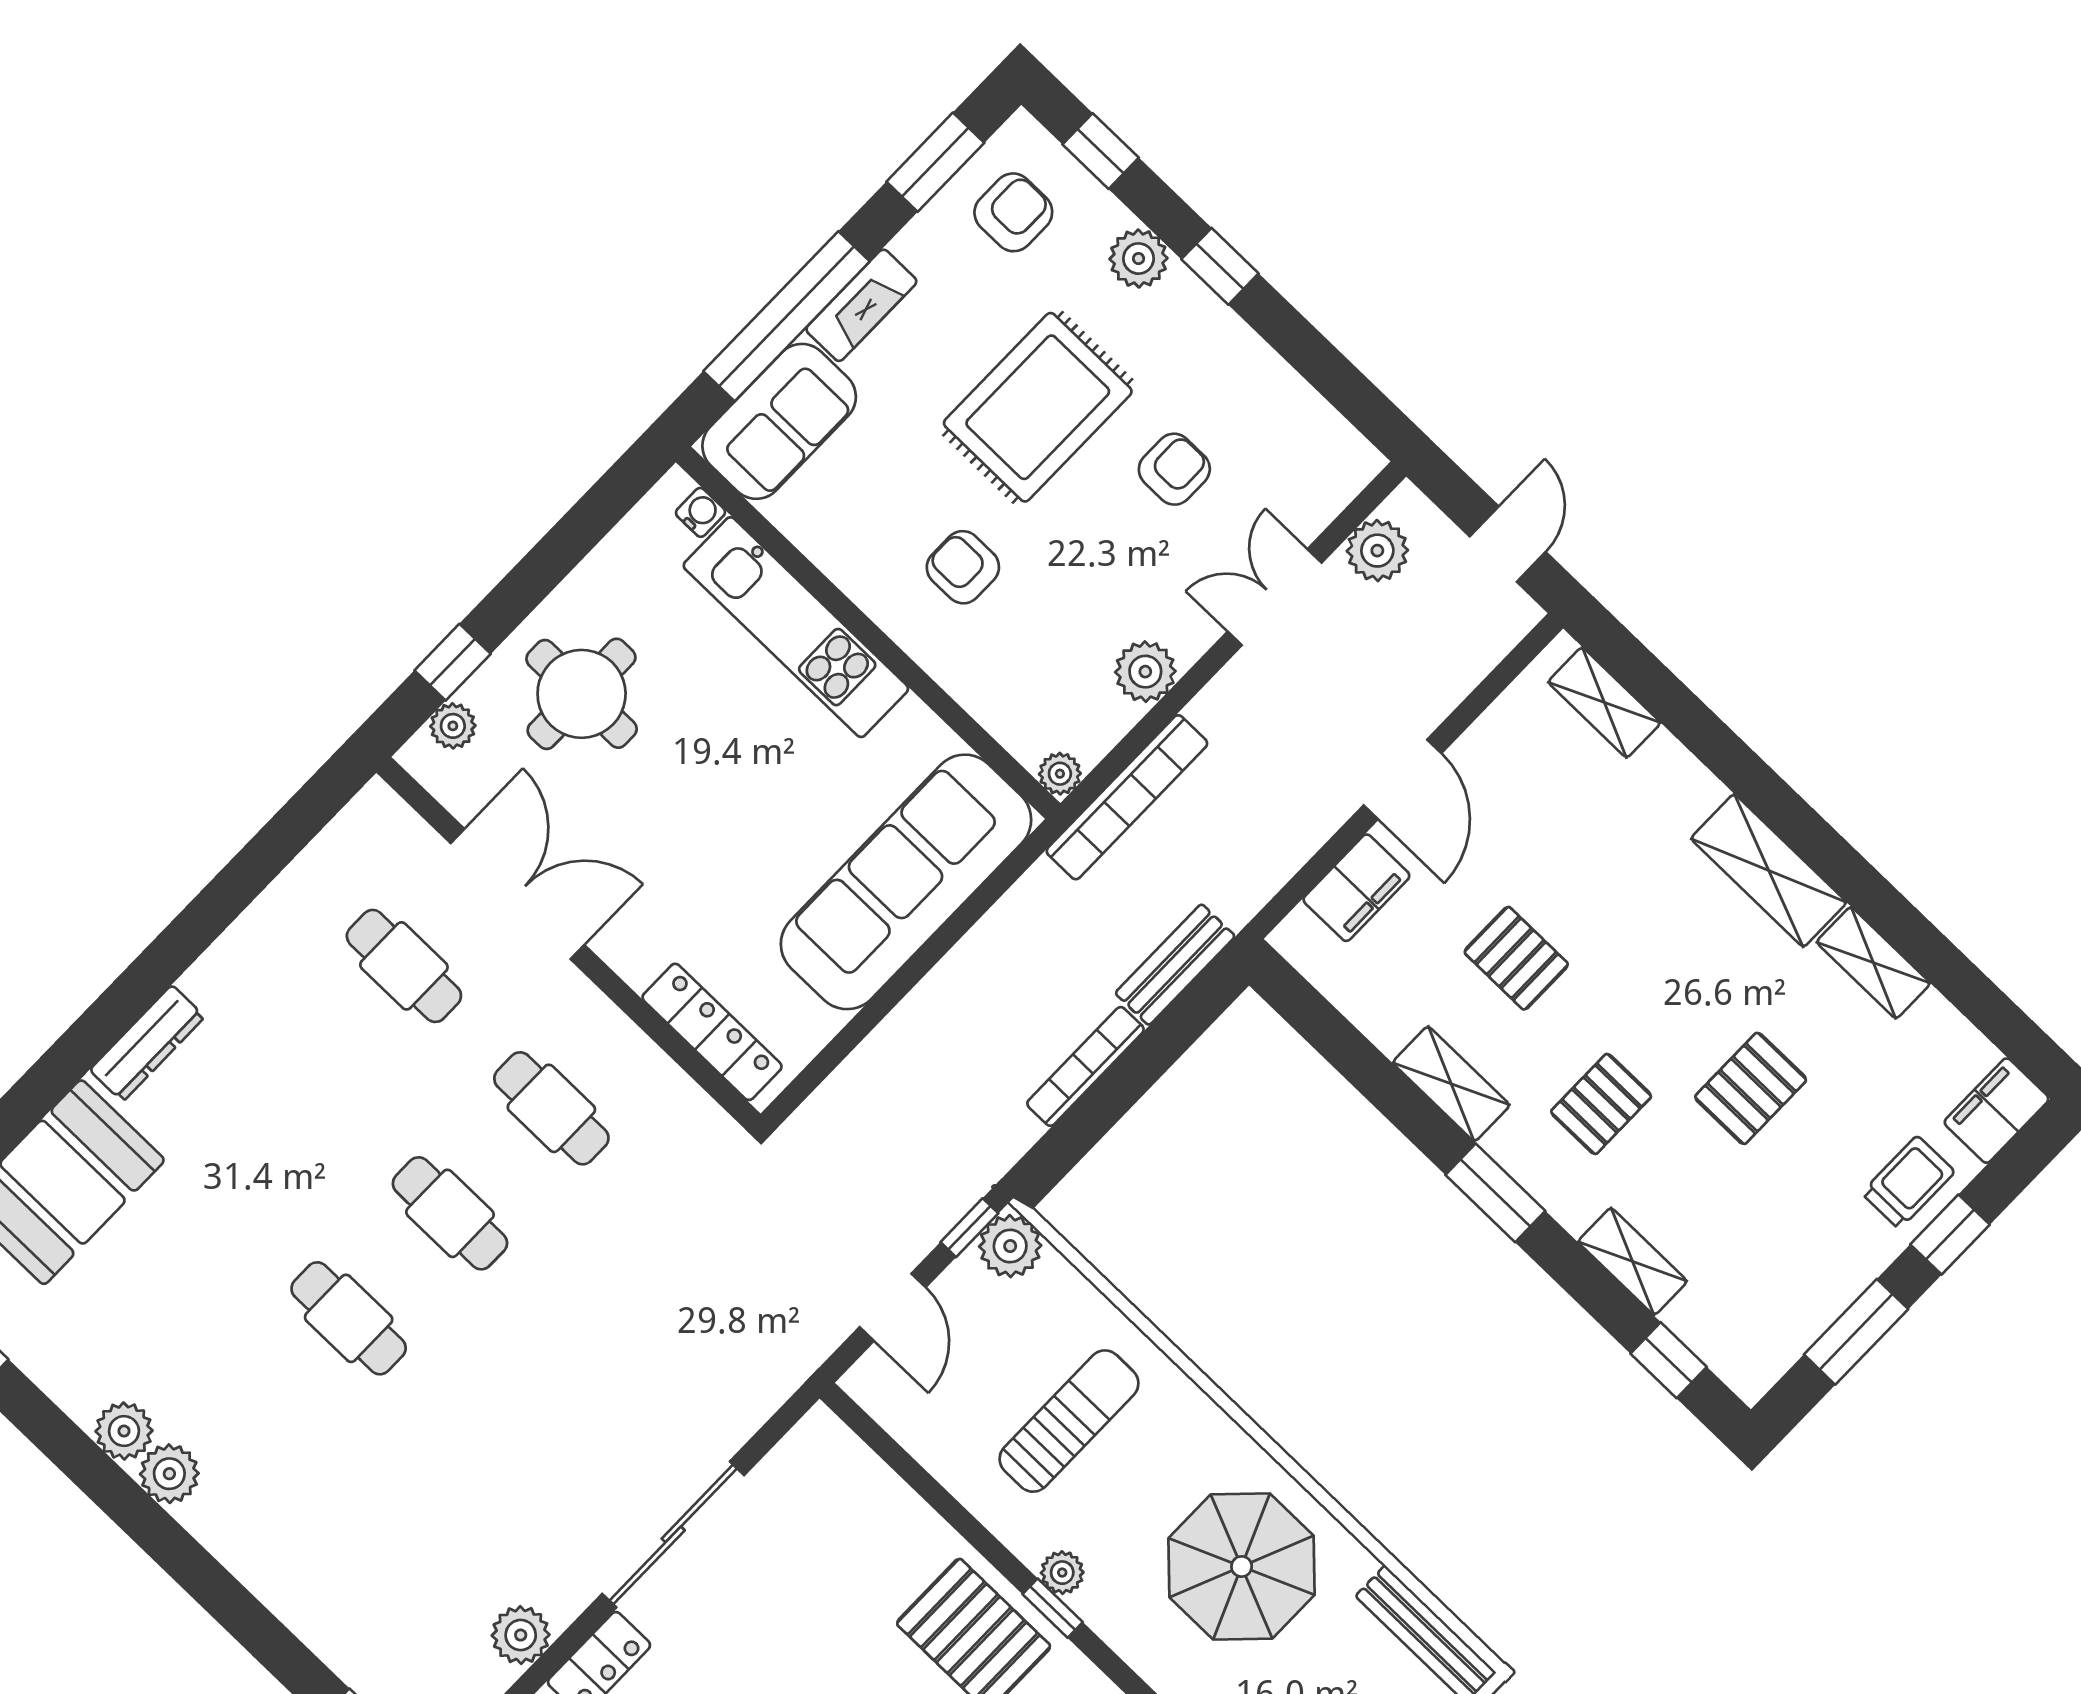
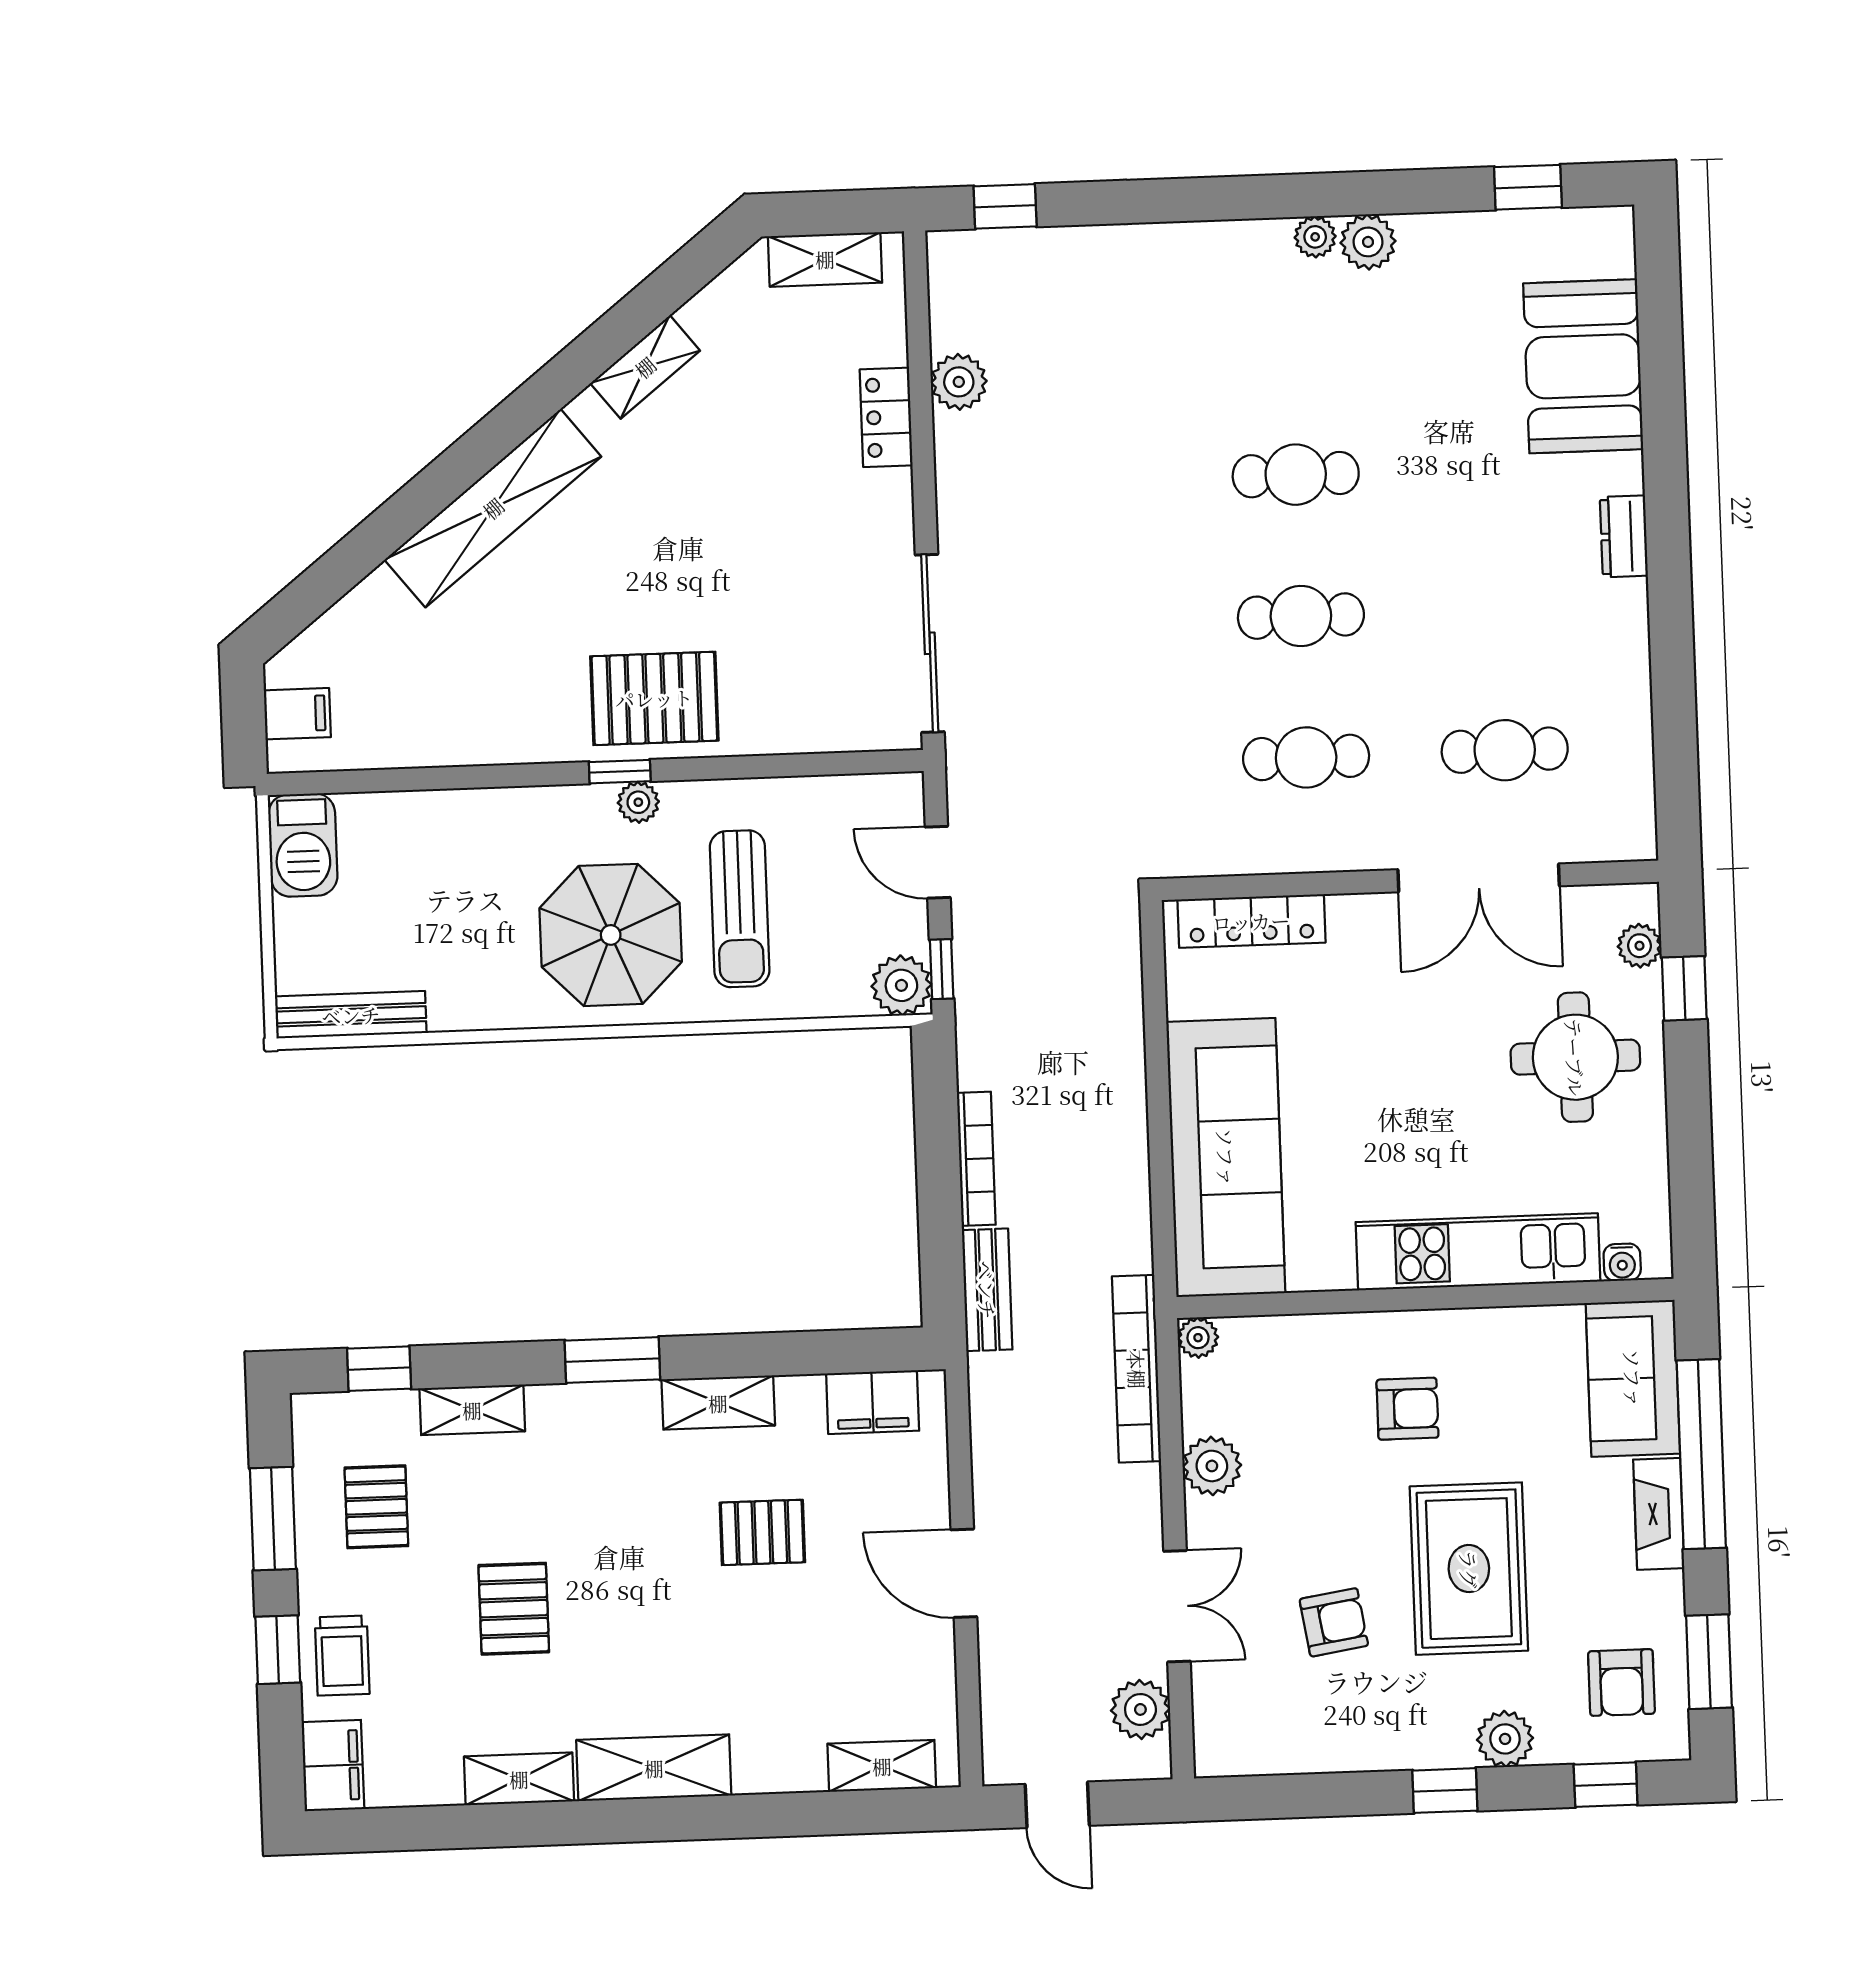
armchair: (1174, 469) -> (1334, 1622), turned -99
filing cabinet: (1356, 888) -> (873, 1402), moved, turned -90
dresser: (147, 1043) -> (1624, 536), width x0.70
pallet: (1601, 1104) -> (376, 1507), moved
plant: (169, 1474) -> (1315, 237), width x0.73, depth x0.73
sliding door: (673, 1534) -> (930, 643), moved
parasol: (1242, 1566) -> (611, 935), moved

